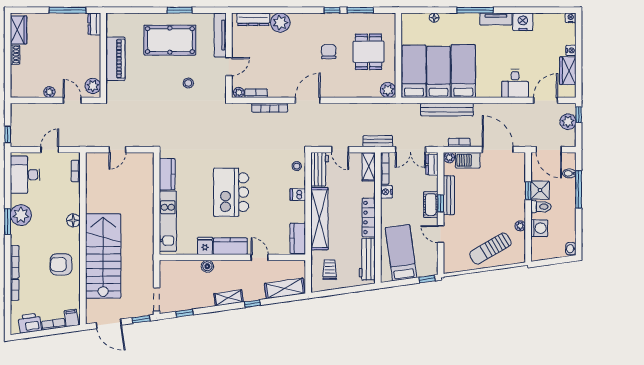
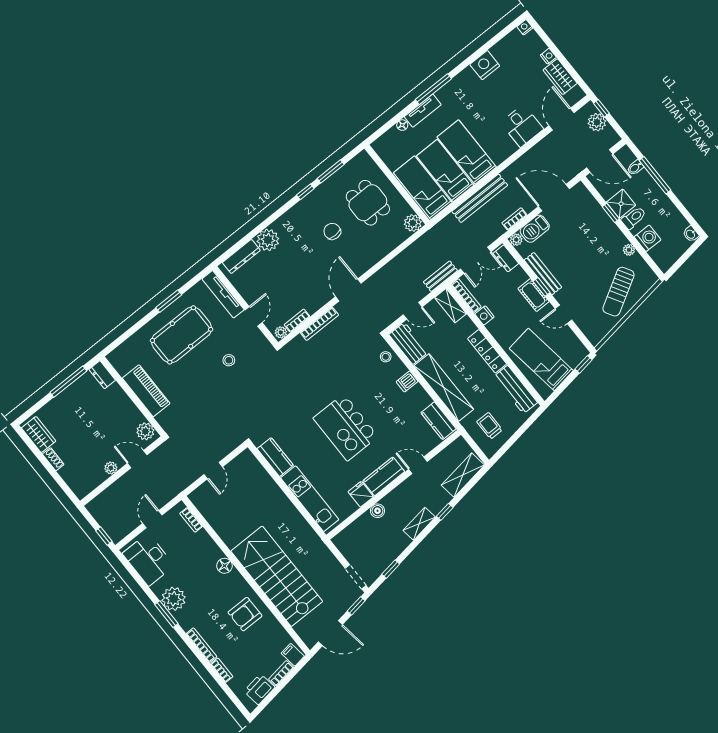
tv unit: (496, 19) -> (423, 111), moved

